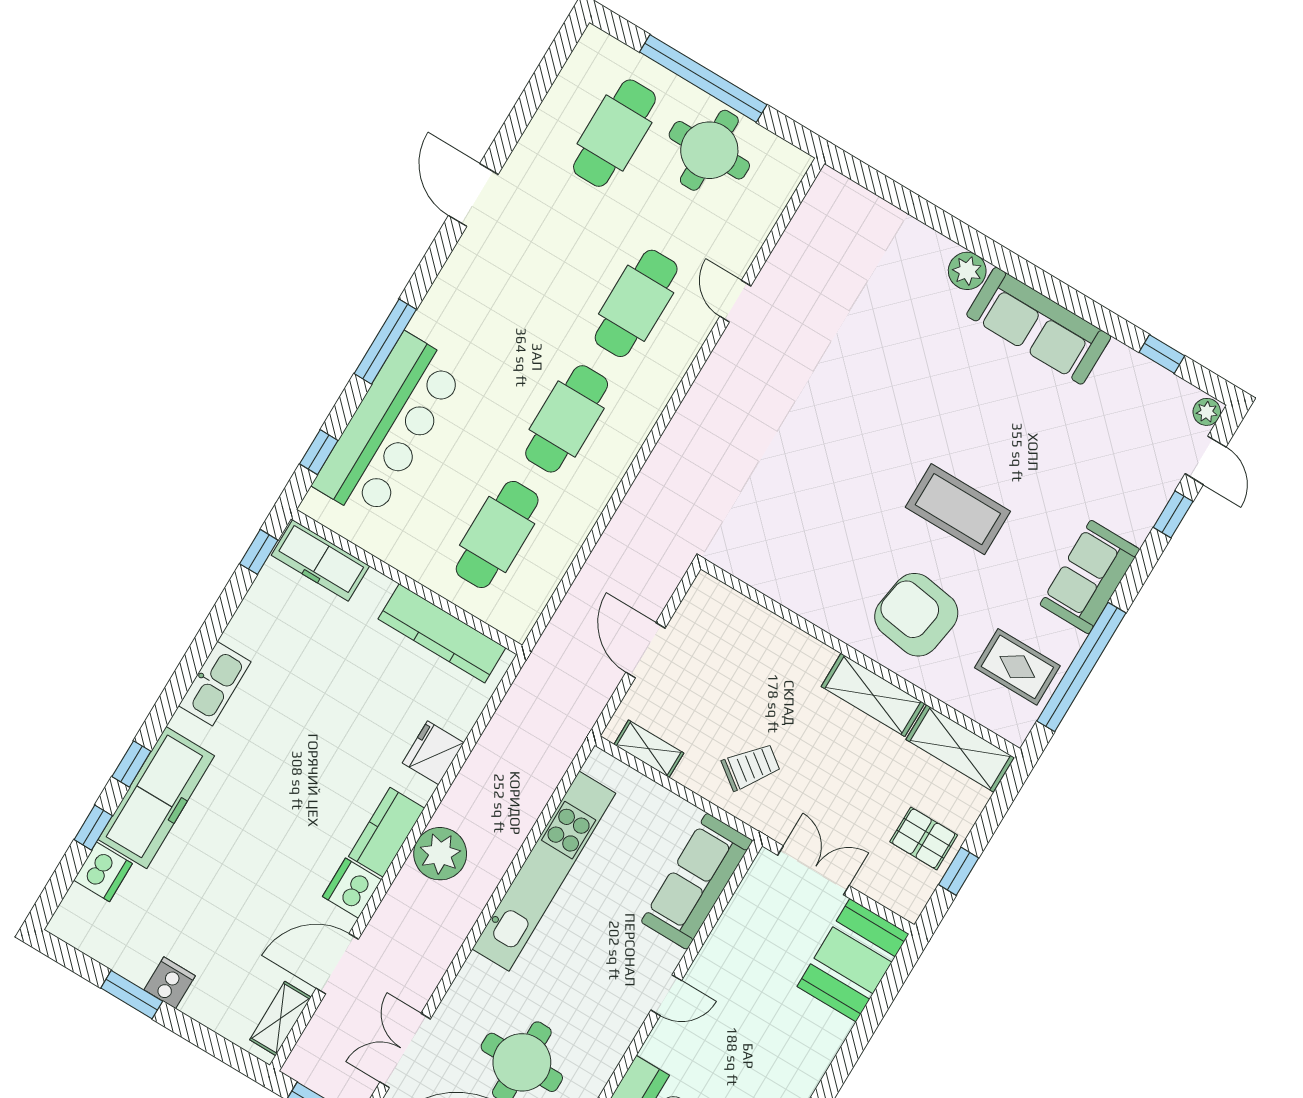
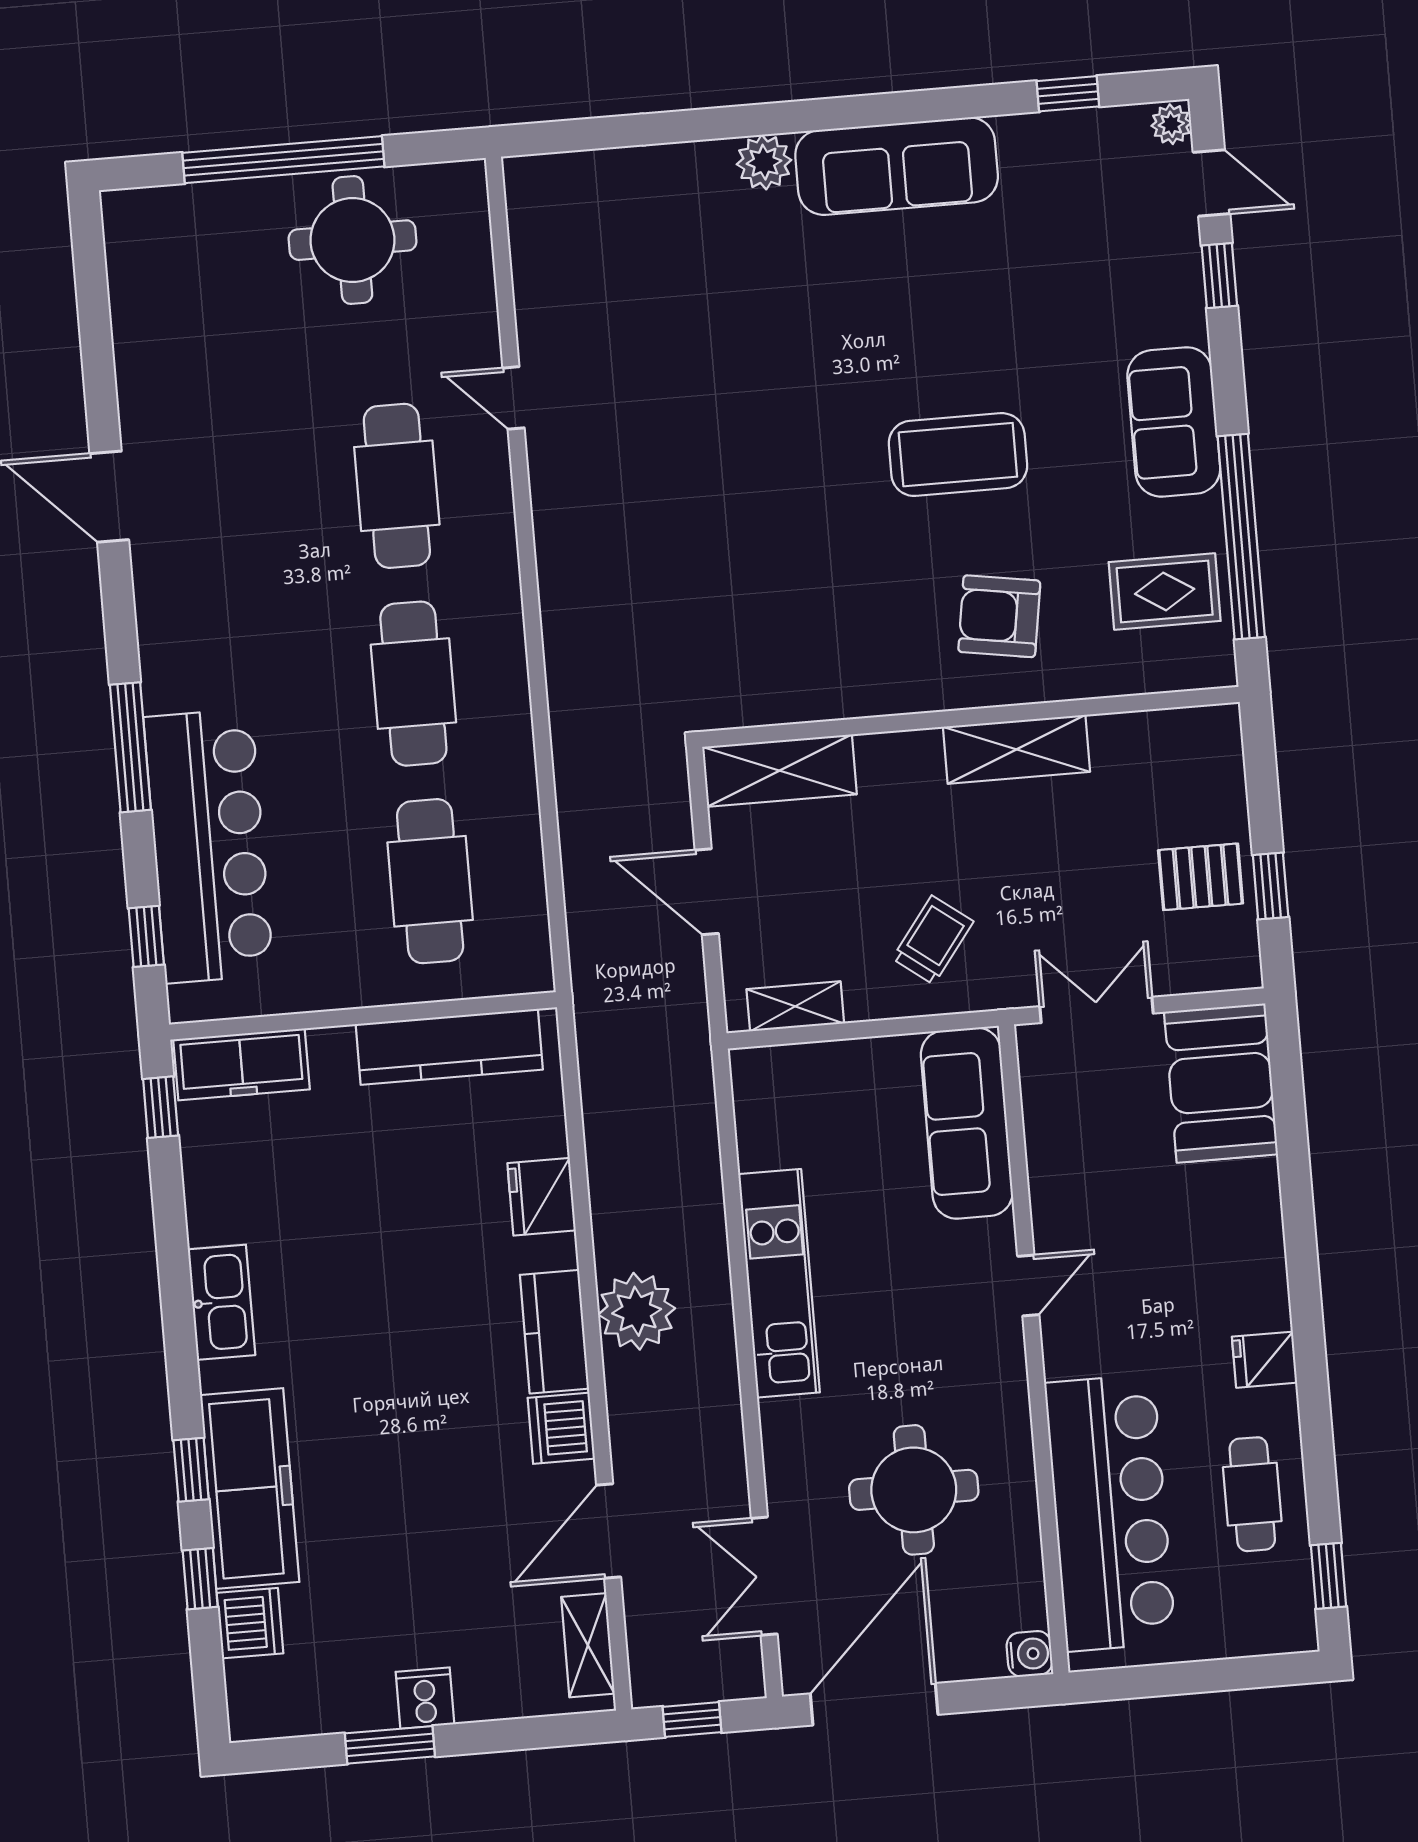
cafe table: (614, 133) -> (225, 301), removed
armchair: (916, 615) -> (999, 616), width x0.73, depth x0.73
shelving: (960, 748) -> (780, 771), moved
kitchen unit: (544, 871) -> (779, 1283), width x0.73

